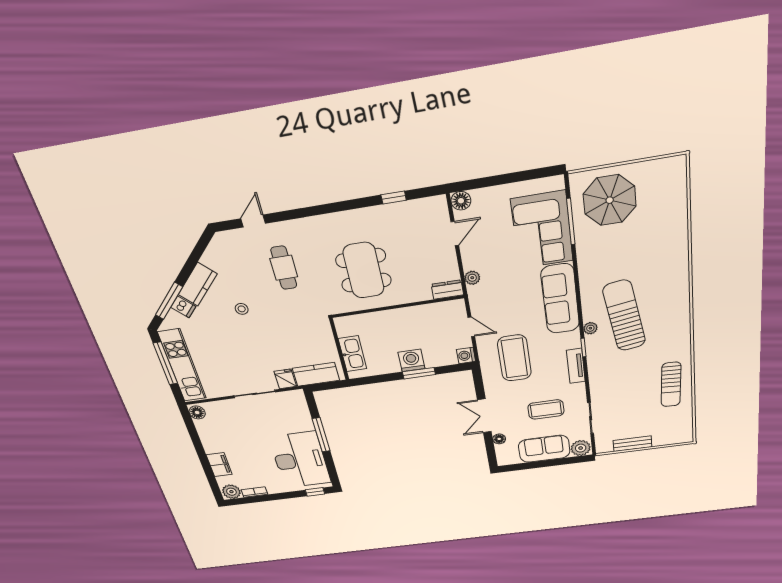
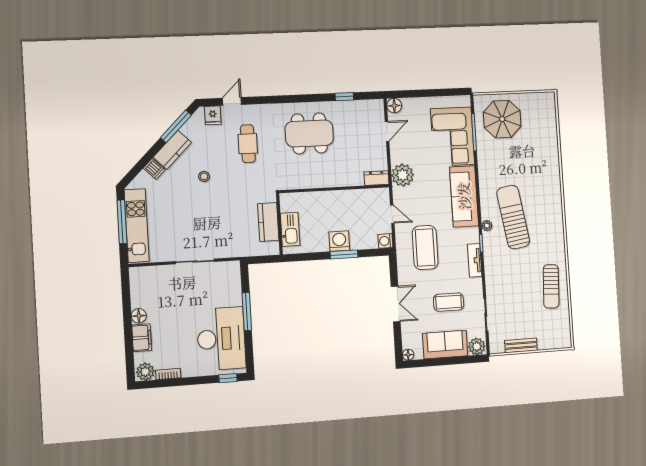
dining table: (364, 270) -> (309, 133), moved, turned 90
plant: (472, 278) -> (403, 175), width x1.87, depth x1.87
window: (169, 301) -> (176, 126), moved
kitchen counter: (316, 374) -> (268, 222), moved, turned -90
fridge: (285, 379) -> (213, 115), moved, turned 180
floor lamp: (197, 413) -> (139, 316), moved
double door: (484, 416) -> (396, 304), swing flipped
floor lamp: (499, 439) -> (408, 355), moved

